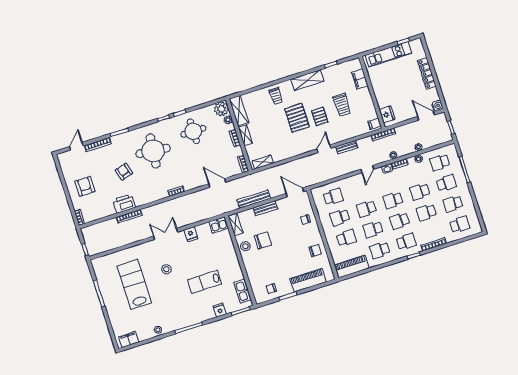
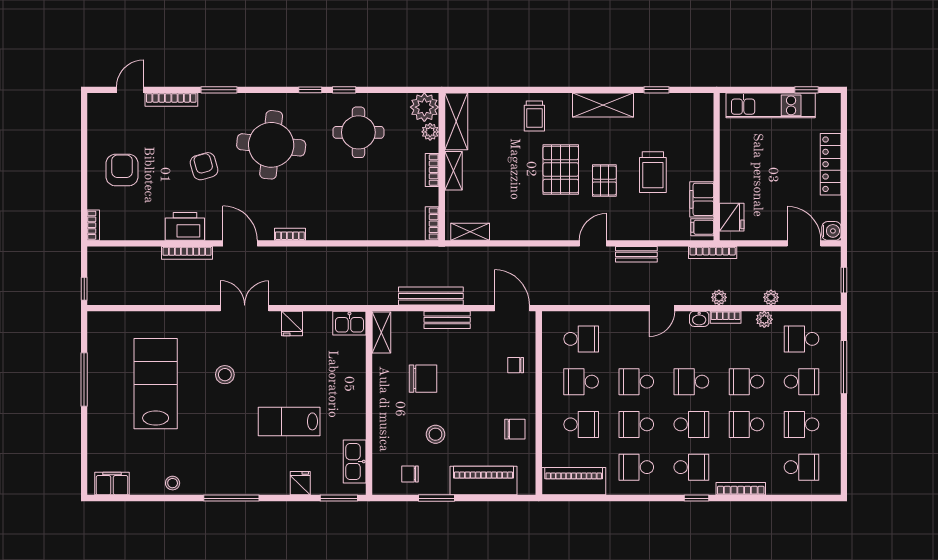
filing cabinet: (360, 79) -> (702, 199), moved
door: (217, 183) -> (240, 243), moved
school desk: (400, 221) -> (691, 424), turned 180
stool: (245, 246) -> (435, 434), moved

